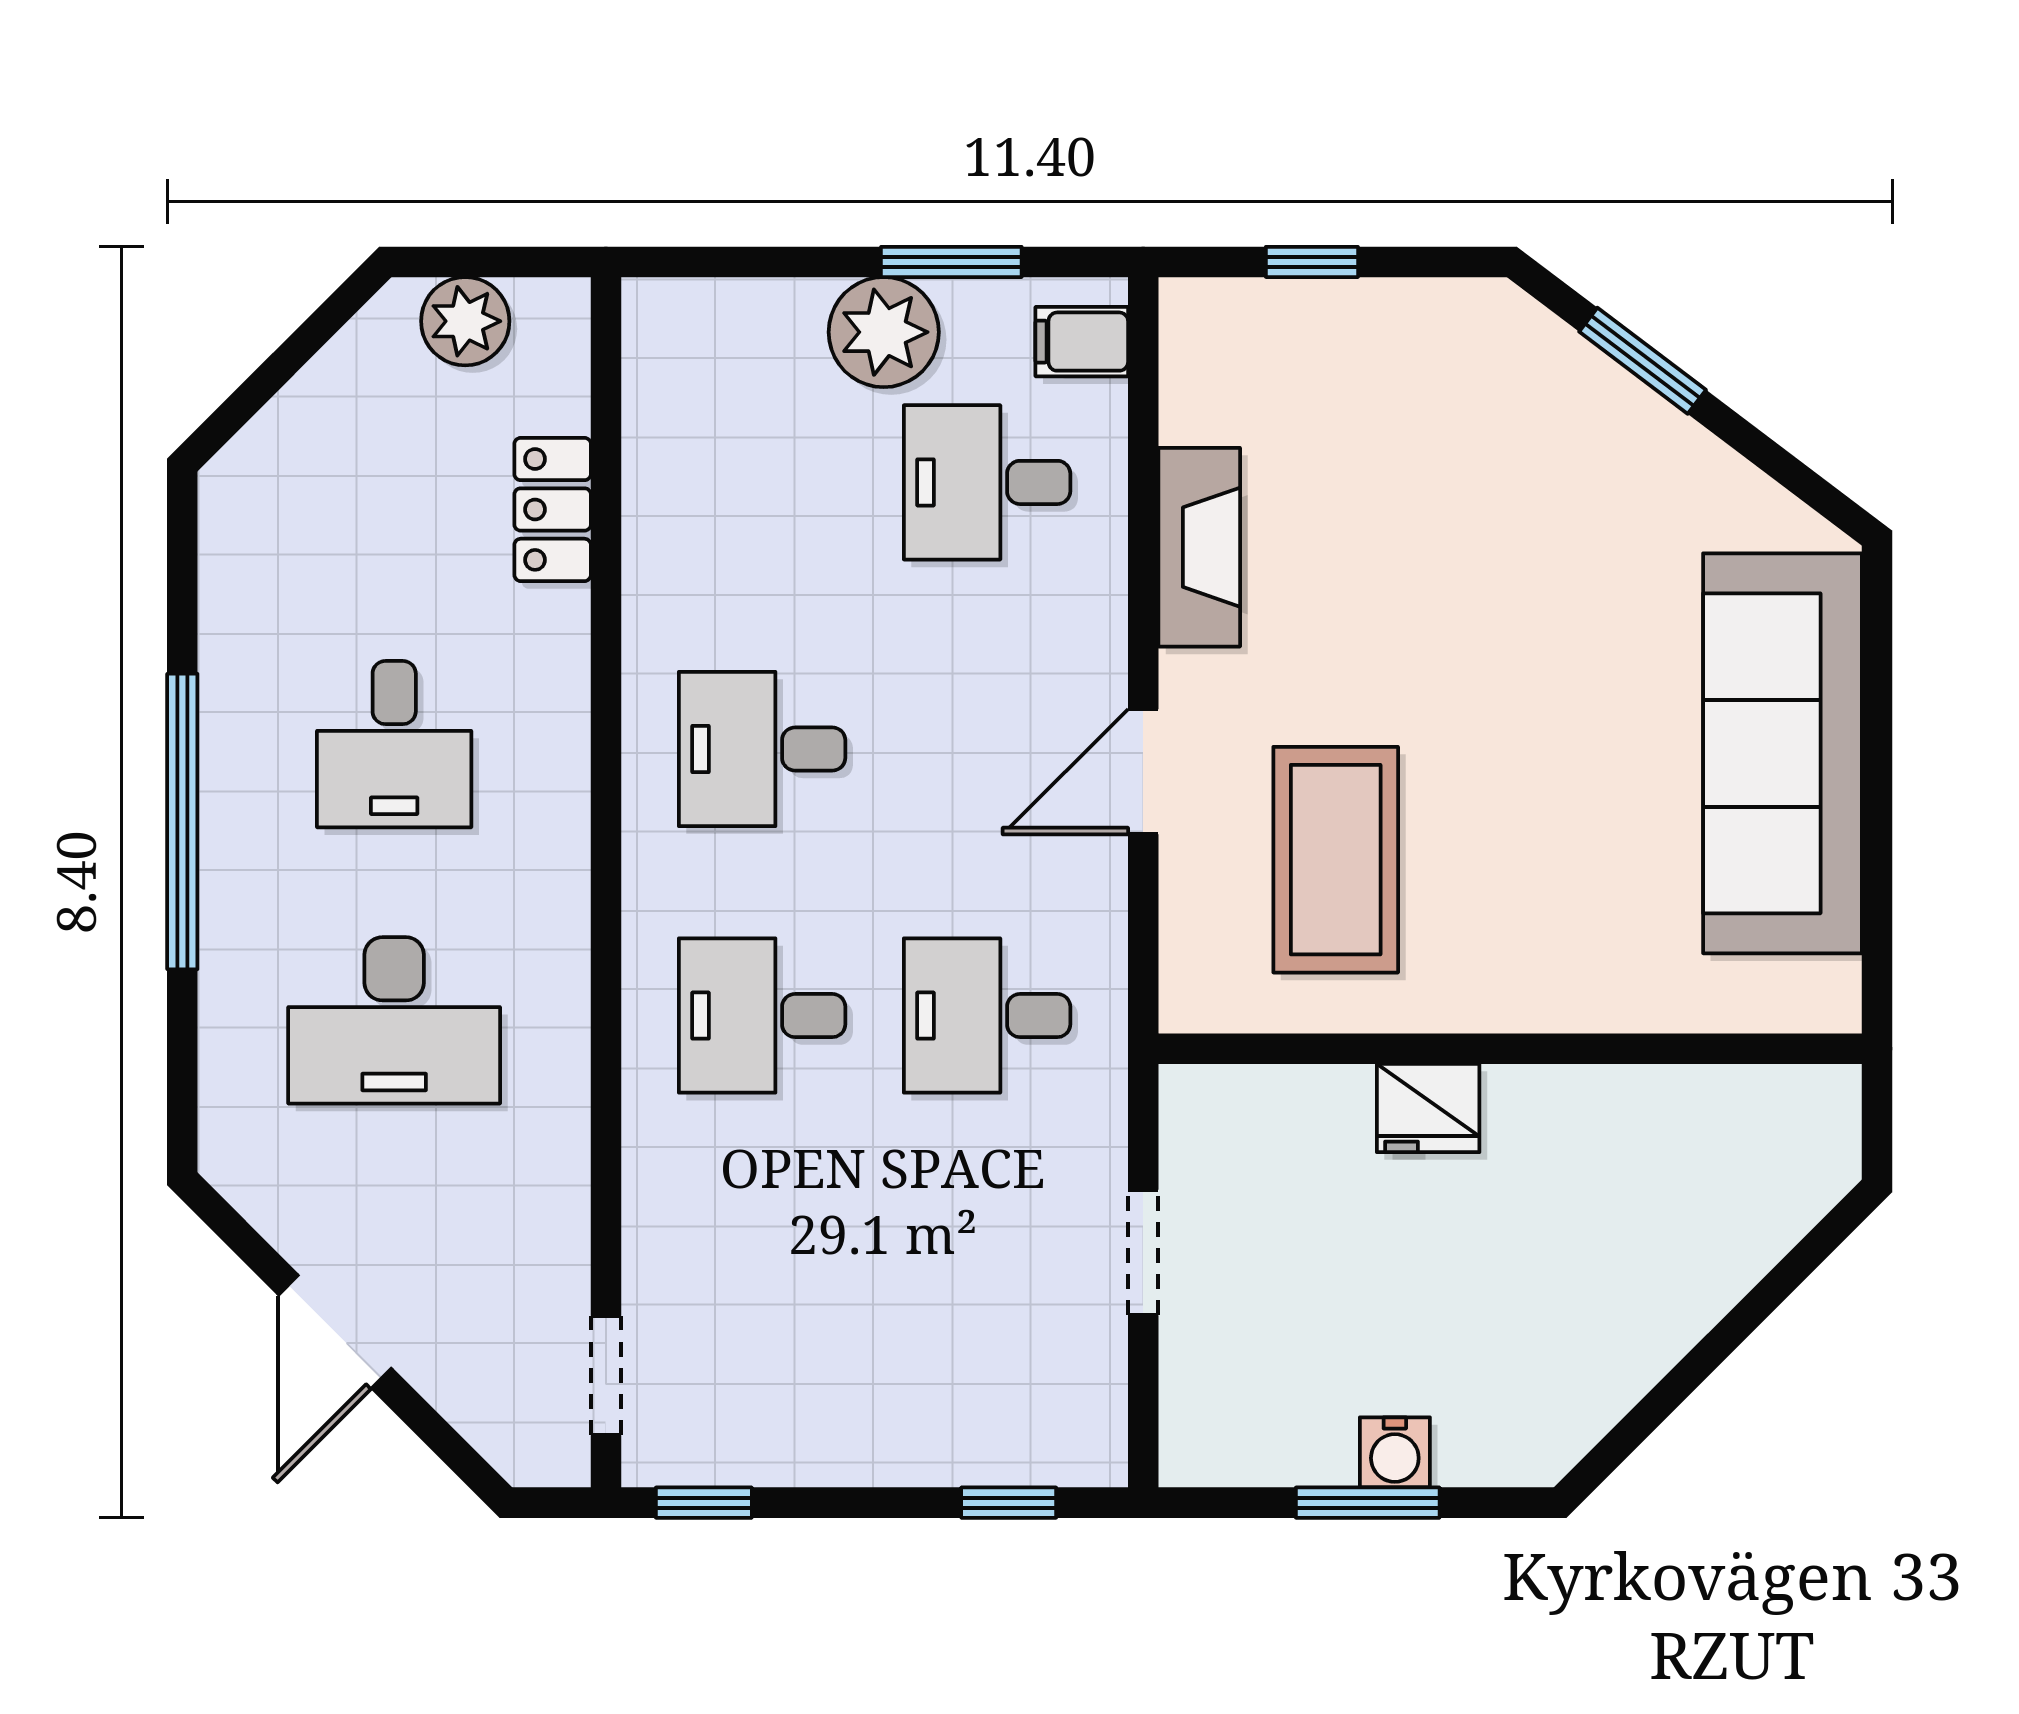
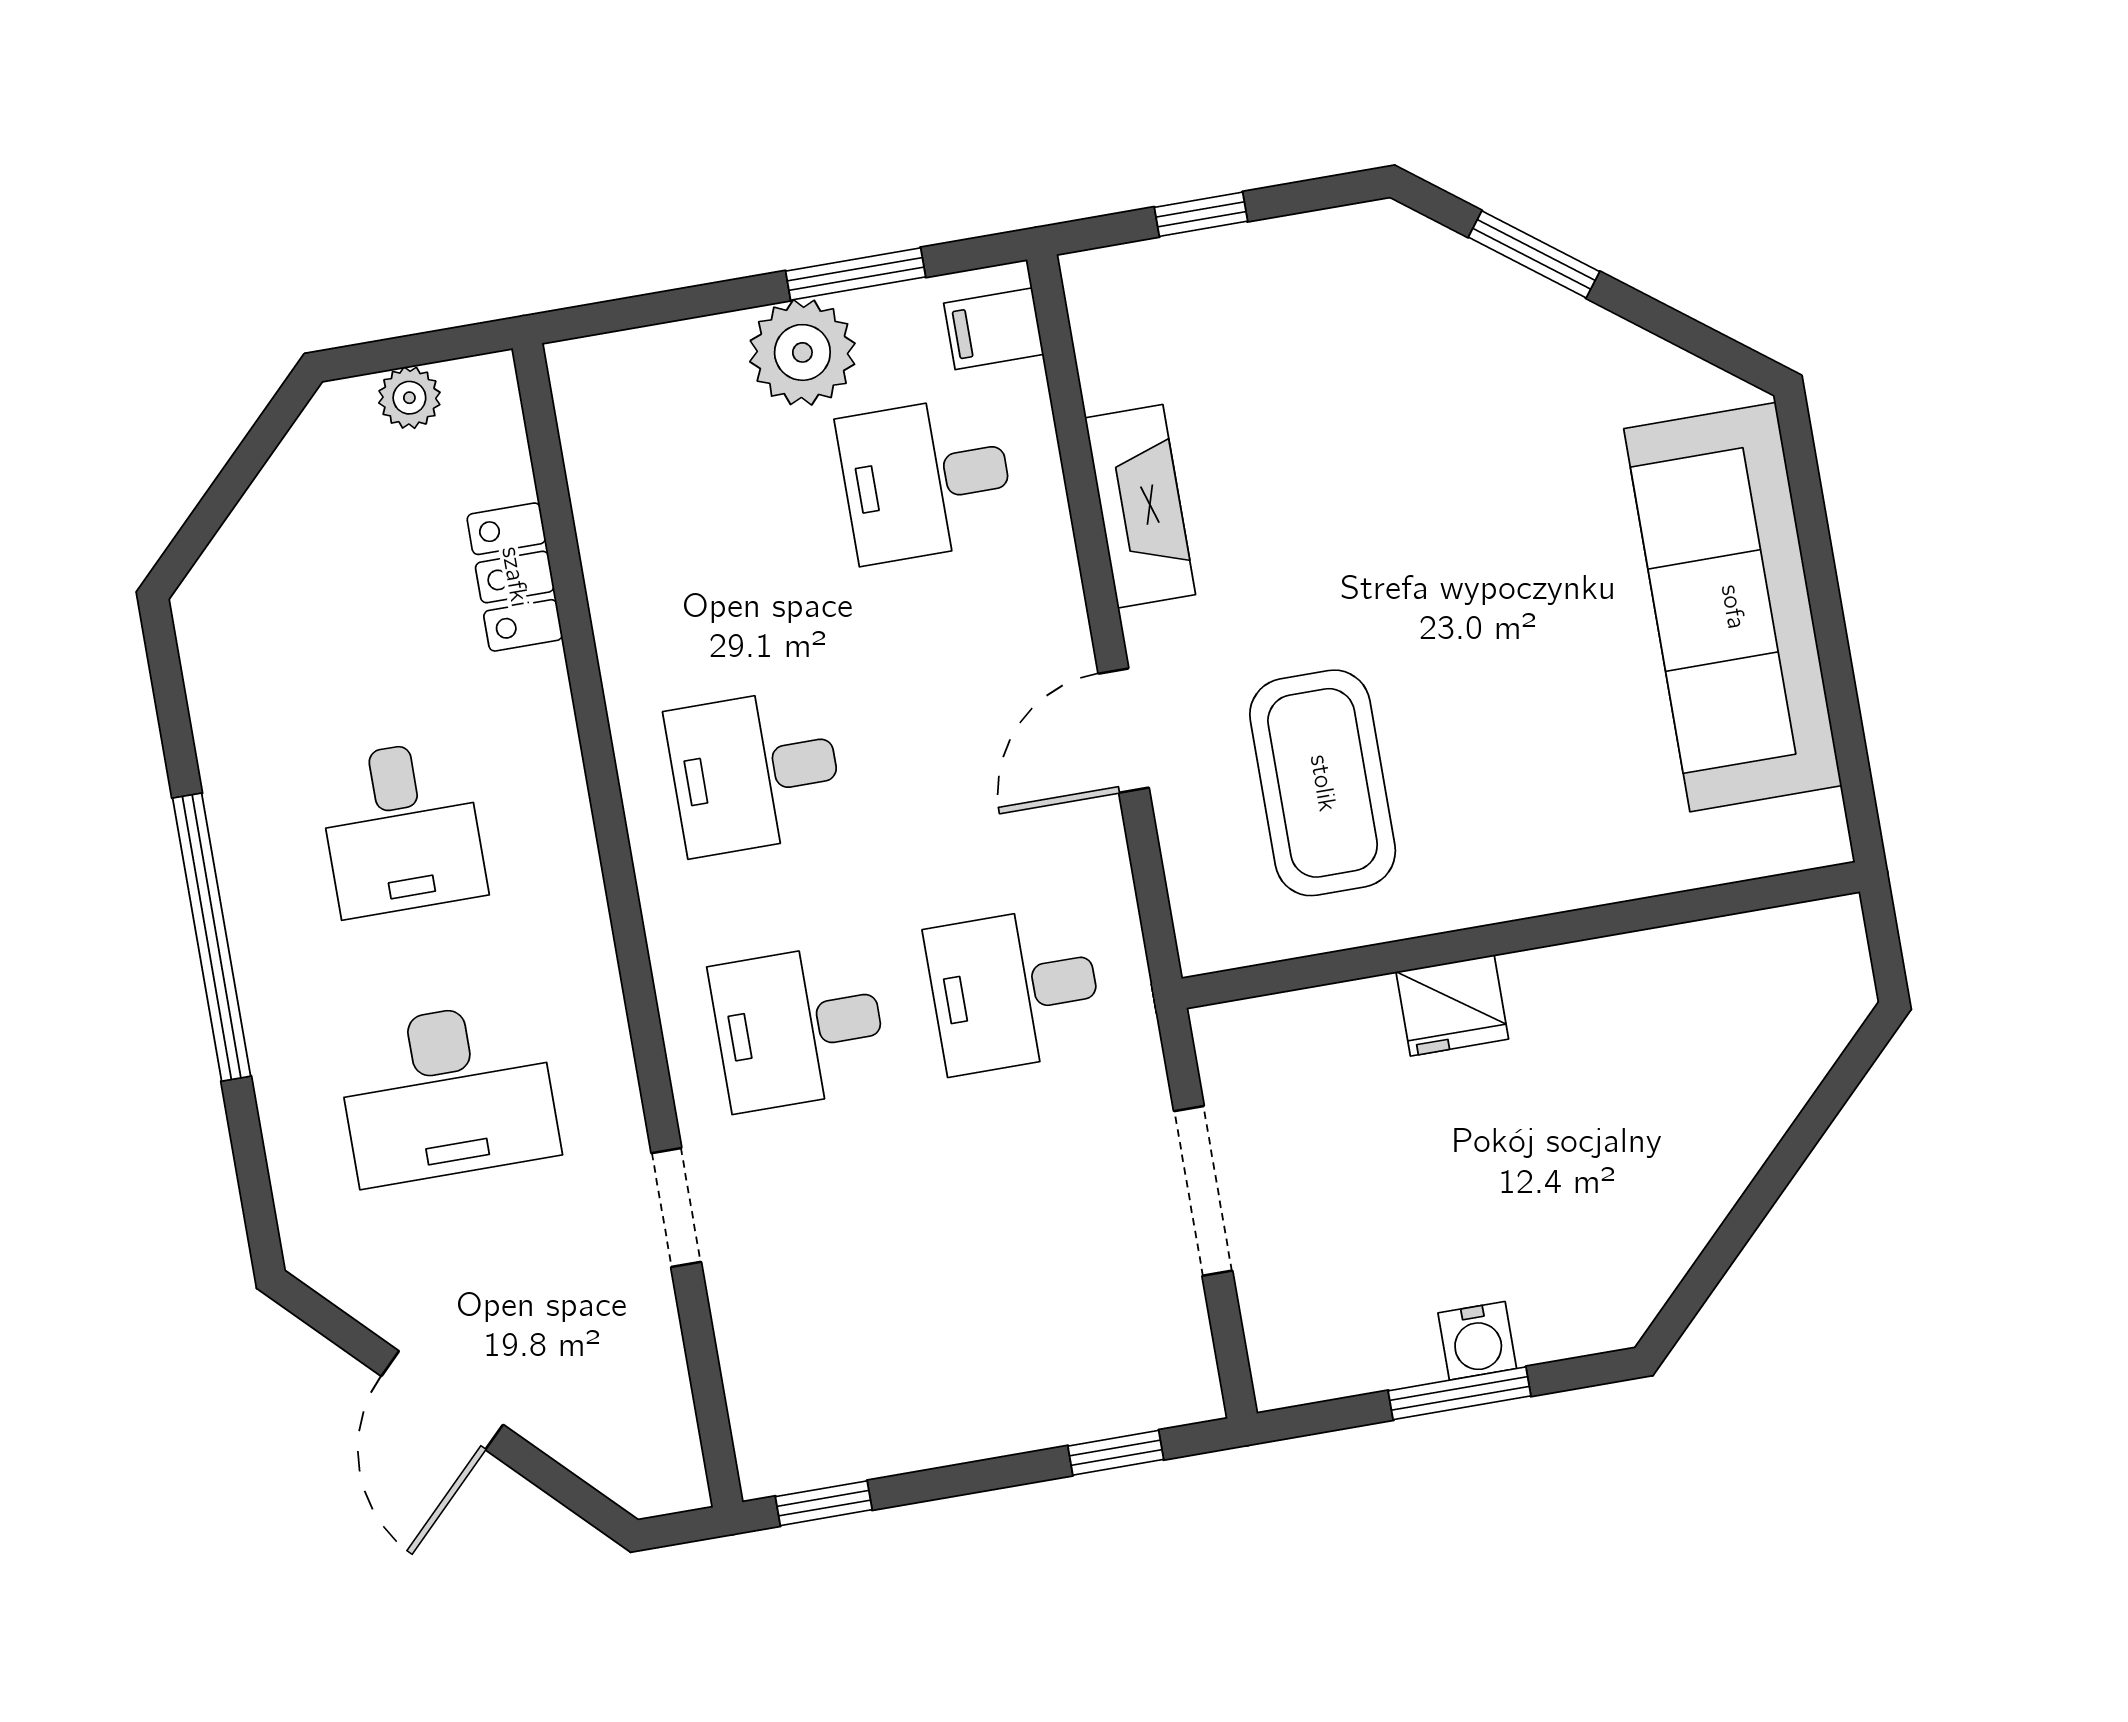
plant: (465, 321) -> (409, 398), width x0.73, depth x0.73
doorway: (1143, 1252) -> (1203, 1191), width x1.38
doorway: (606, 1375) -> (676, 1208), moved

